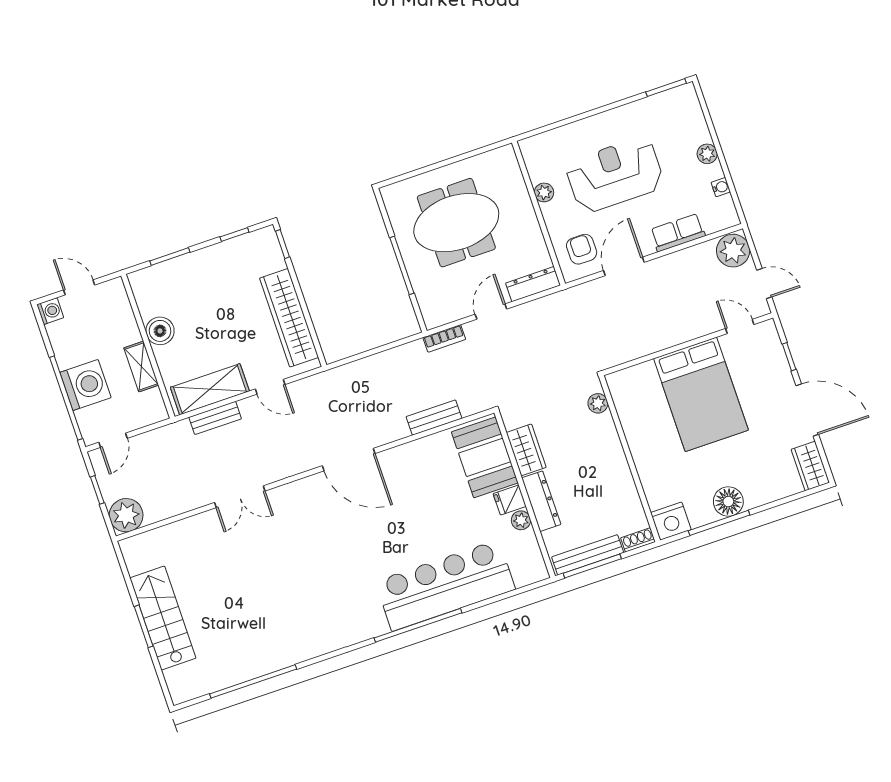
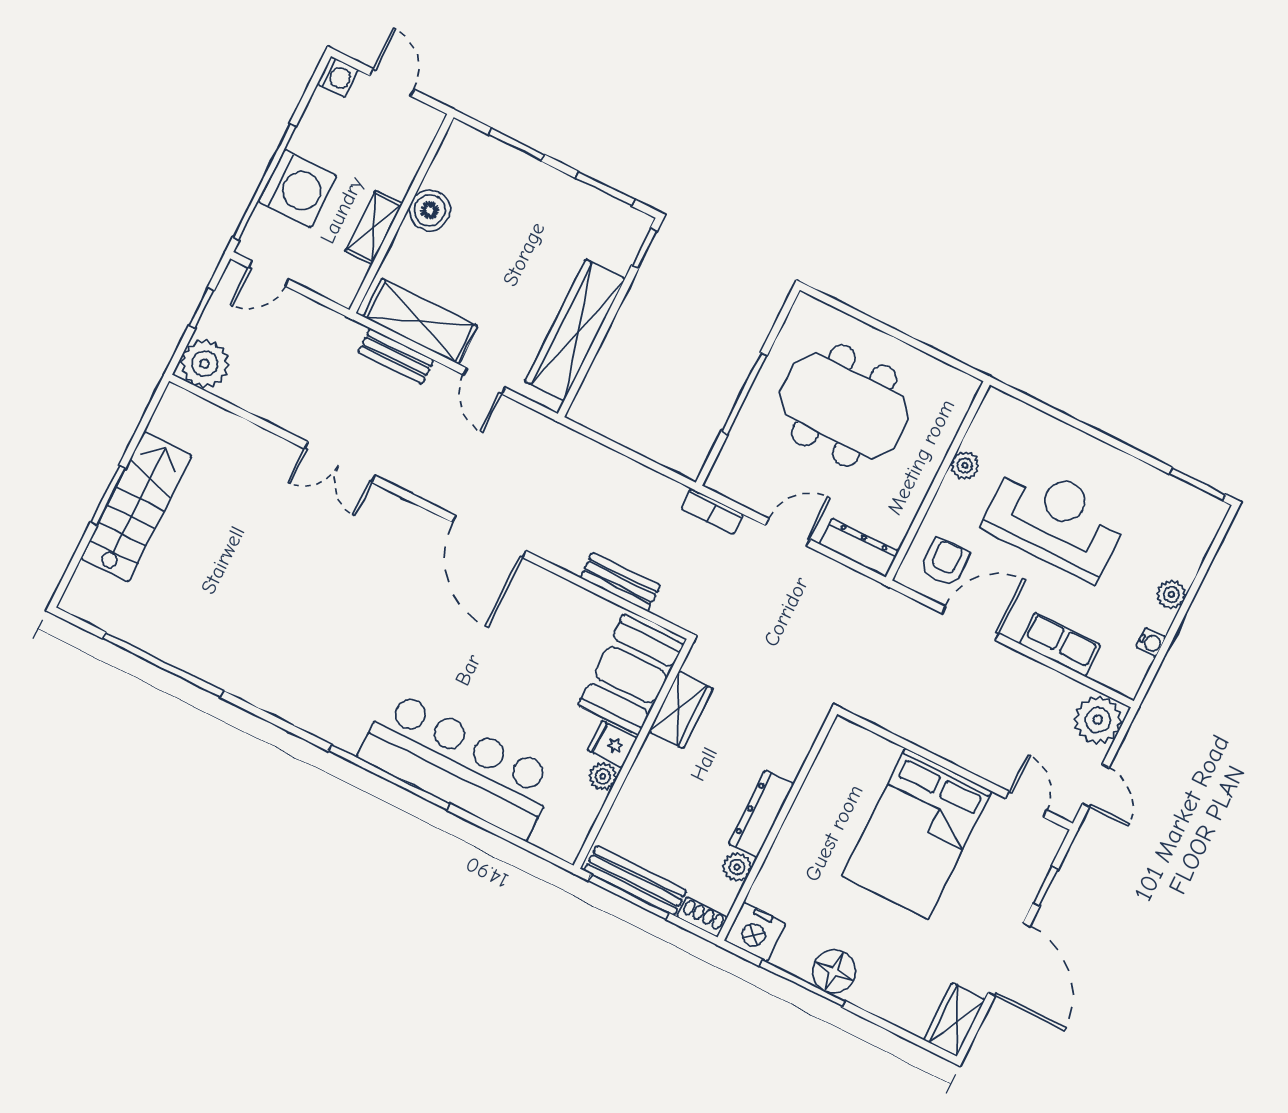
window: (234, 235) -> (605, 189), width x1.50
plant: (598, 403) -> (737, 867), moved
dresser: (541, 501) -> (761, 814), moved, turned 180

